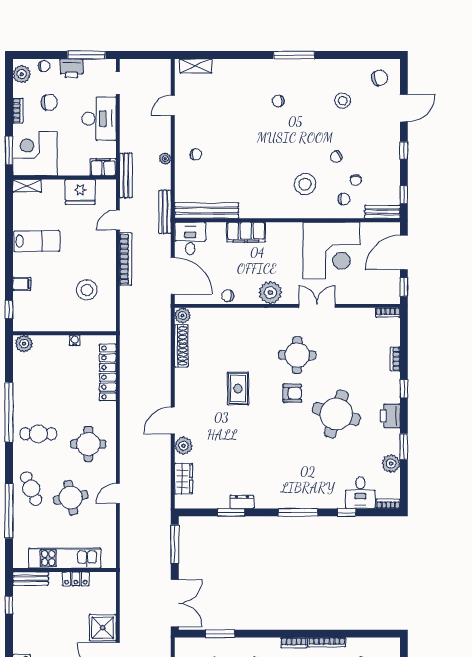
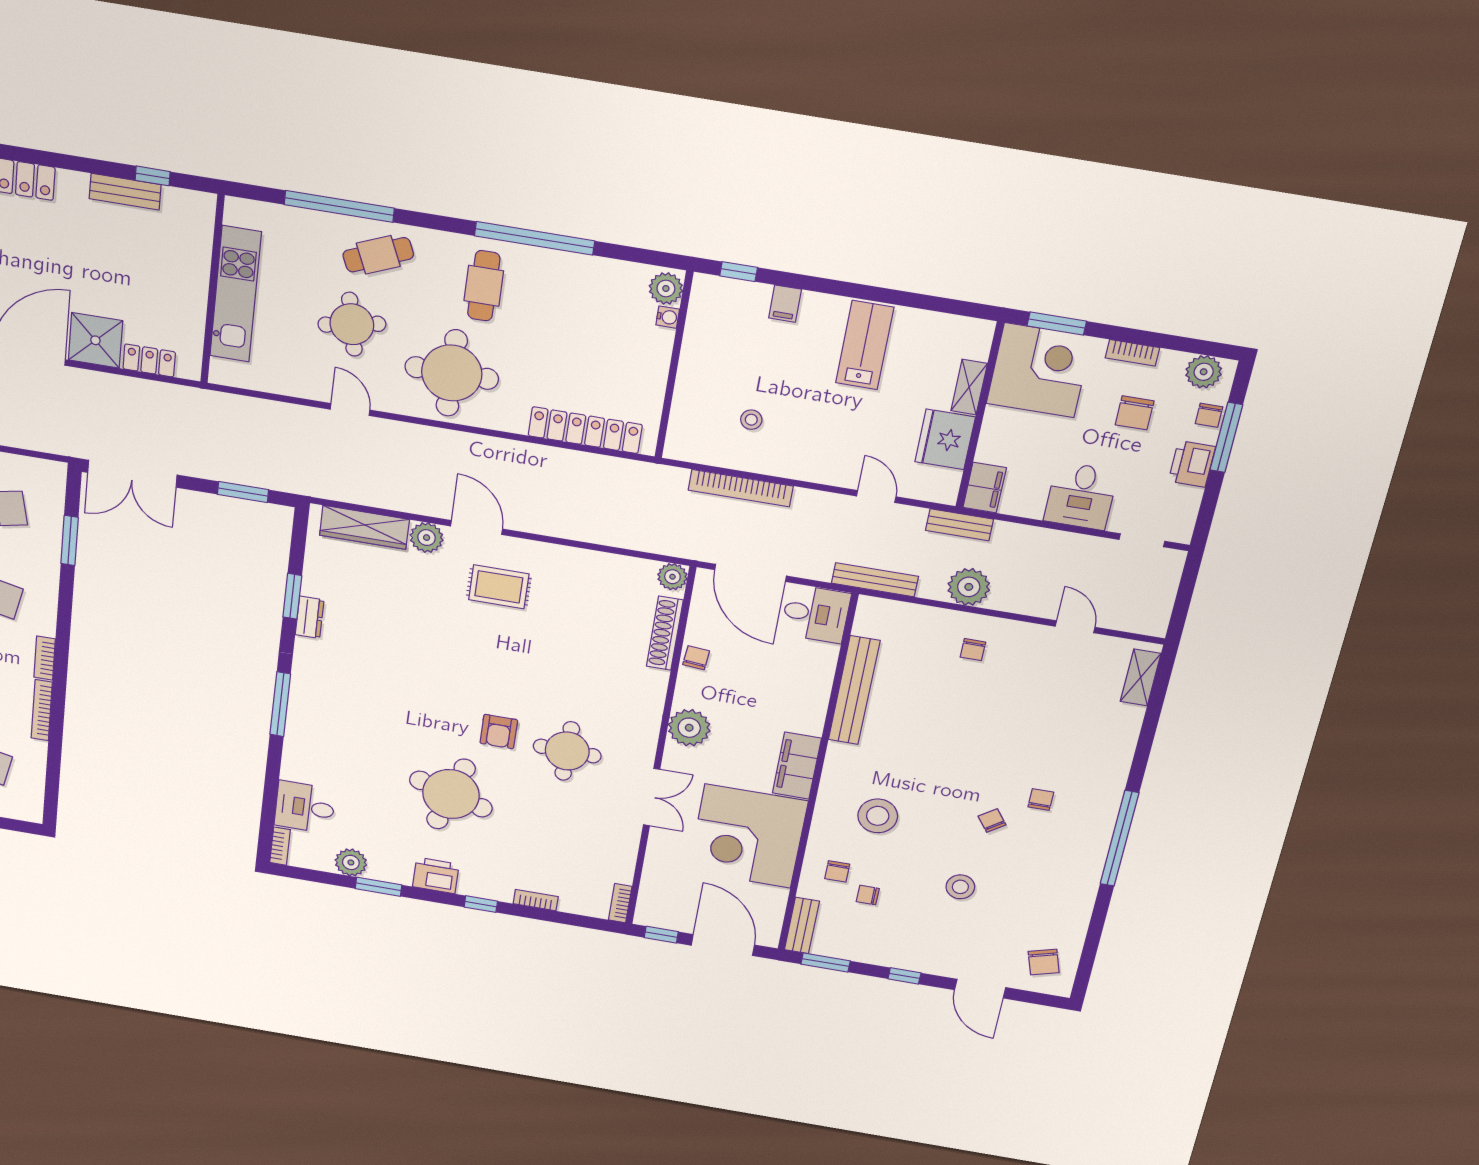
window: (86, 55) -> (1226, 438), moved
window: (294, 55) -> (1120, 838), width x1.46
stool: (343, 101) -> (960, 887), moved
desk: (99, 119) -> (1081, 496), width x0.73
chair: (336, 157) -> (992, 821), moved
plant: (165, 159) -> (969, 587), width x1.88, depth x1.88
bench: (126, 175) -> (960, 525), width x0.73
shelving: (27, 186) -> (969, 387), moved
window: (404, 195) -> (825, 962), width x1.50
bench: (207, 211) -> (854, 690), moved
filing cabinet: (246, 232) -> (797, 766), moved
lab bench: (37, 241) -> (865, 345), turned 180
bookcase: (126, 259) -> (741, 488), moved
door: (173, 276) -> (751, 573), hinge flipped
stool: (87, 290) -> (751, 420), width x0.53, depth x0.53
water cooler: (75, 340) -> (668, 317), moved
shoe rack: (181, 346) -> (665, 633), moved, turned 90
rug: (238, 389) -> (499, 587), moved
round table: (88, 444) -> (452, 373), width x1.36, depth x1.36
wardrobe: (184, 479) -> (364, 527), width x1.50
window: (347, 512) -> (272, 780), removed
window: (175, 544) -> (243, 492), width x0.69
bench: (31, 579) -> (125, 192), moved, turned 90
locker: (76, 579) -> (149, 360), moved, turned 90

